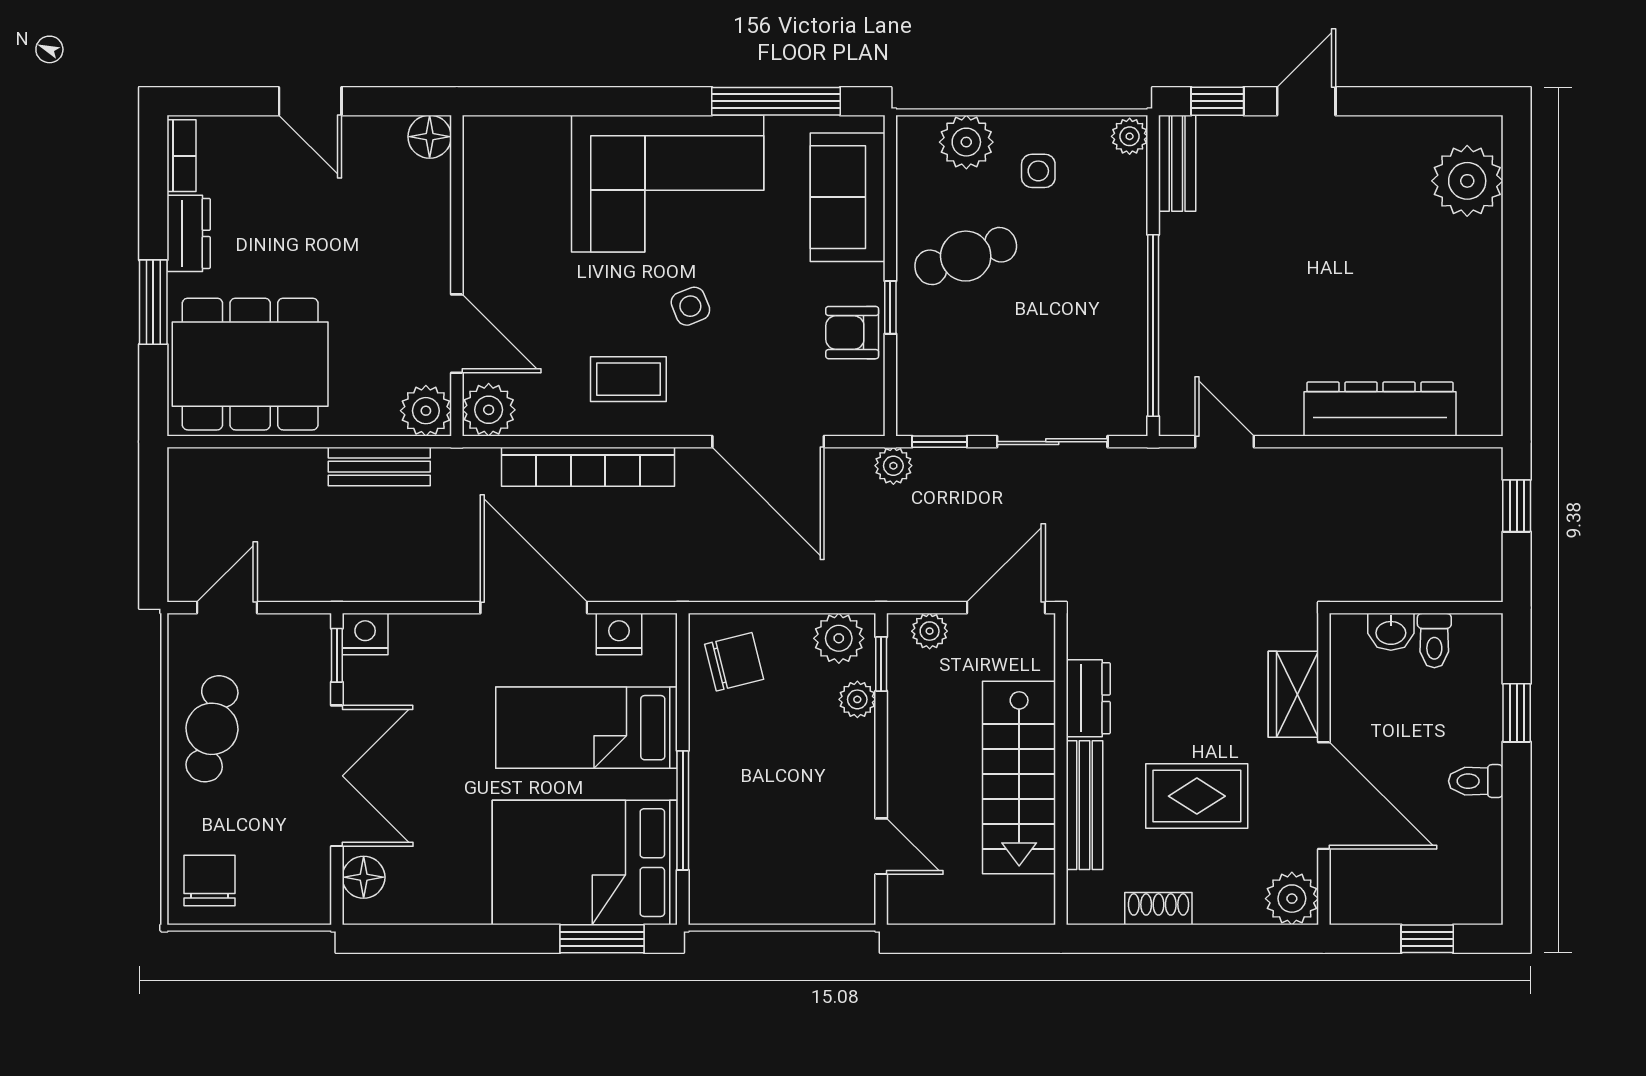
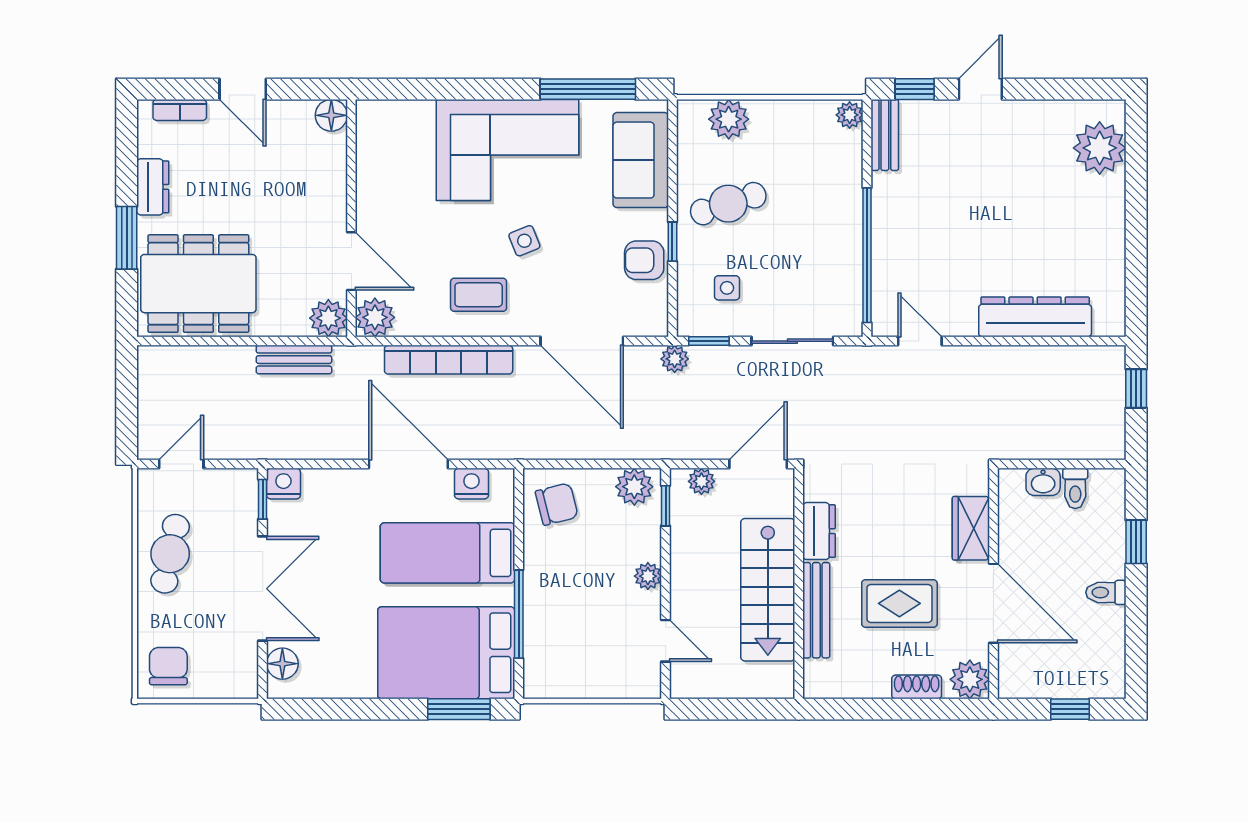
bookcase: (182, 156) -> (180, 110), moved, turned 90
side table: (1038, 171) -> (727, 288), moved
plant: (857, 699) -> (648, 576), moved
shoe rack: (1158, 909) -> (917, 687), moved

